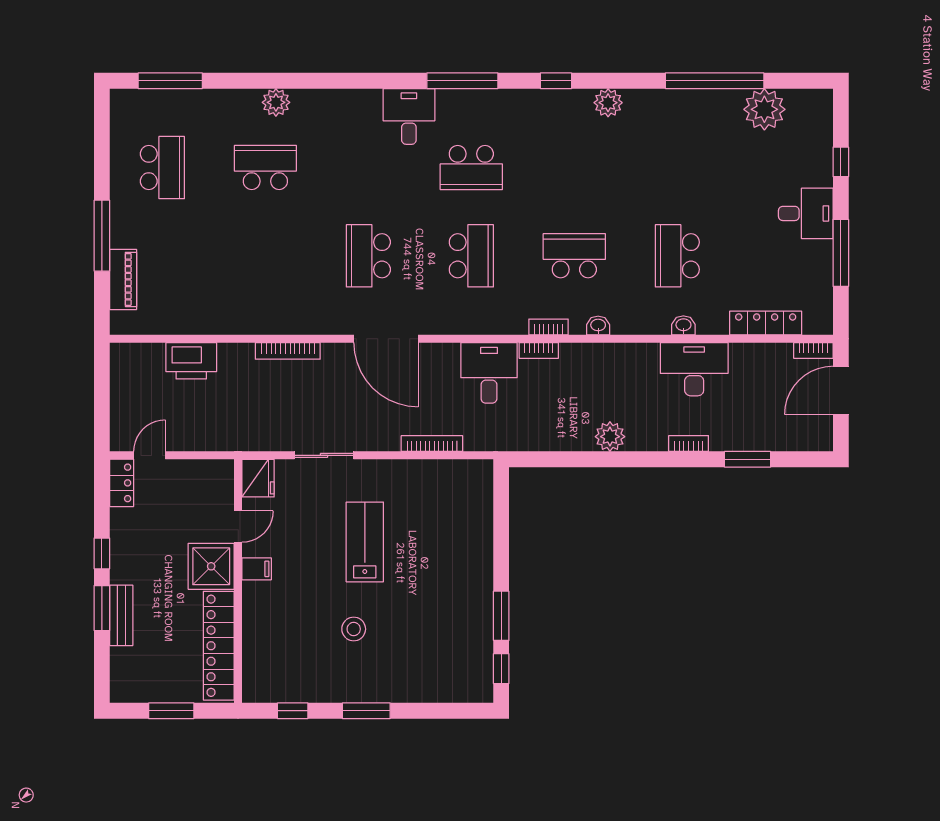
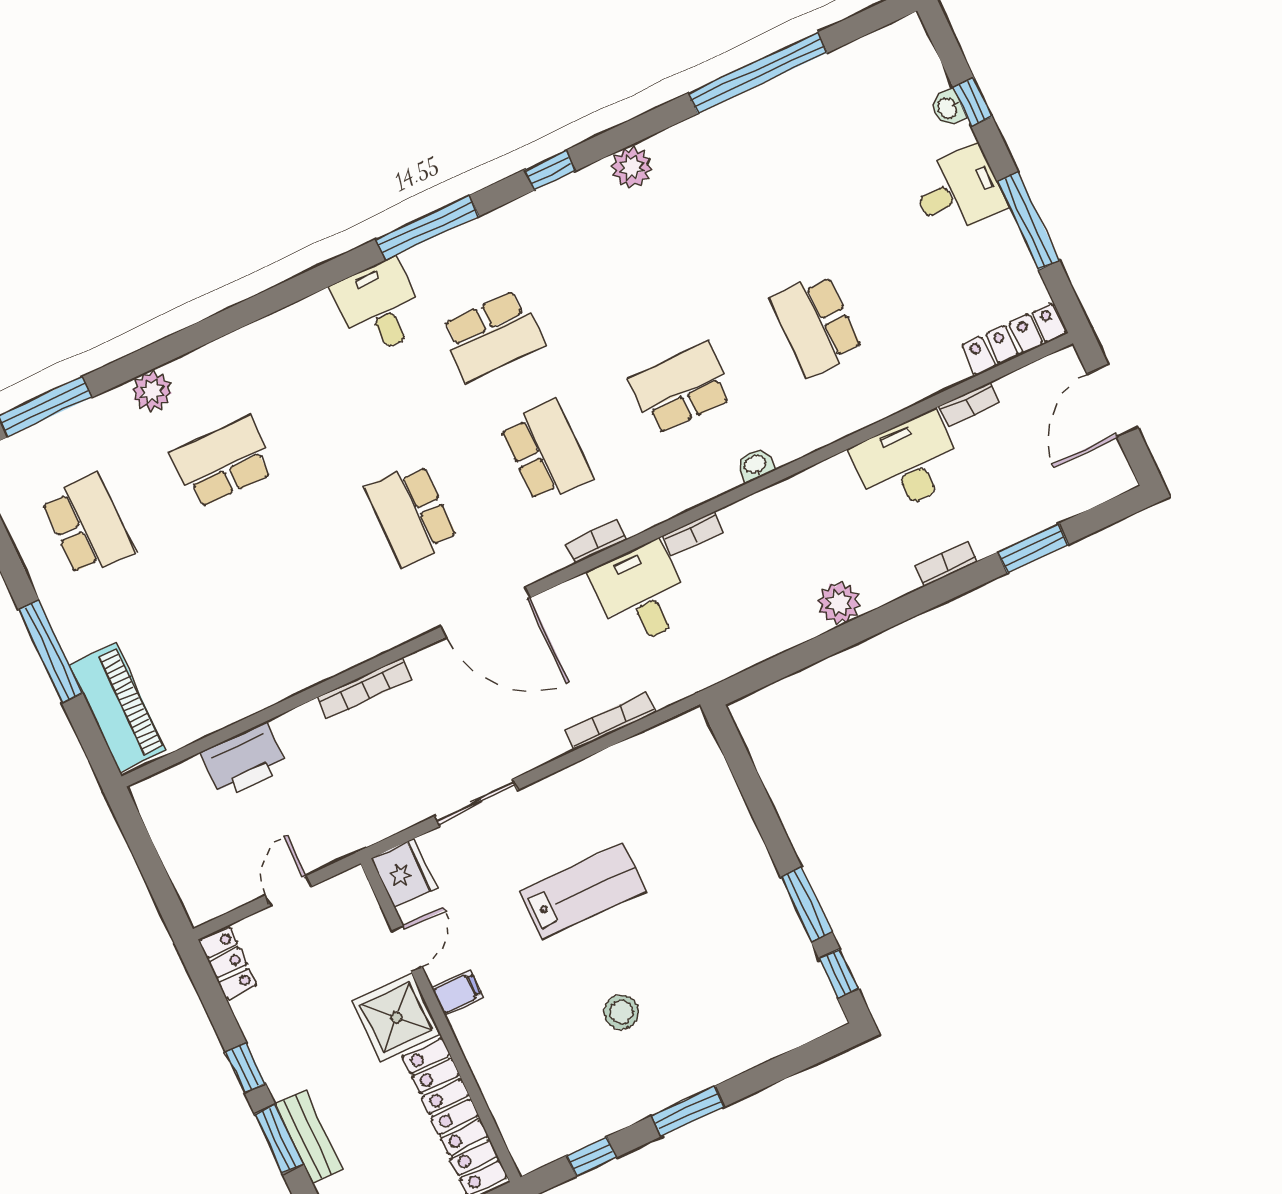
plant: (276, 102) -> (152, 391), moved
plant: (764, 109) -> (840, 80), removed
piano: (123, 279) -> (118, 708), width x1.37, depth x1.33
locker: (766, 323) -> (1014, 339), moved
washbasin: (683, 325) -> (948, 108), moved, turned -90
bookcase: (549, 327) -> (596, 542), moved
bookcase: (813, 350) -> (969, 405), moved
door: (150, 455) -> (288, 891), moved
lab bench: (365, 542) -> (582, 891), turned 90

